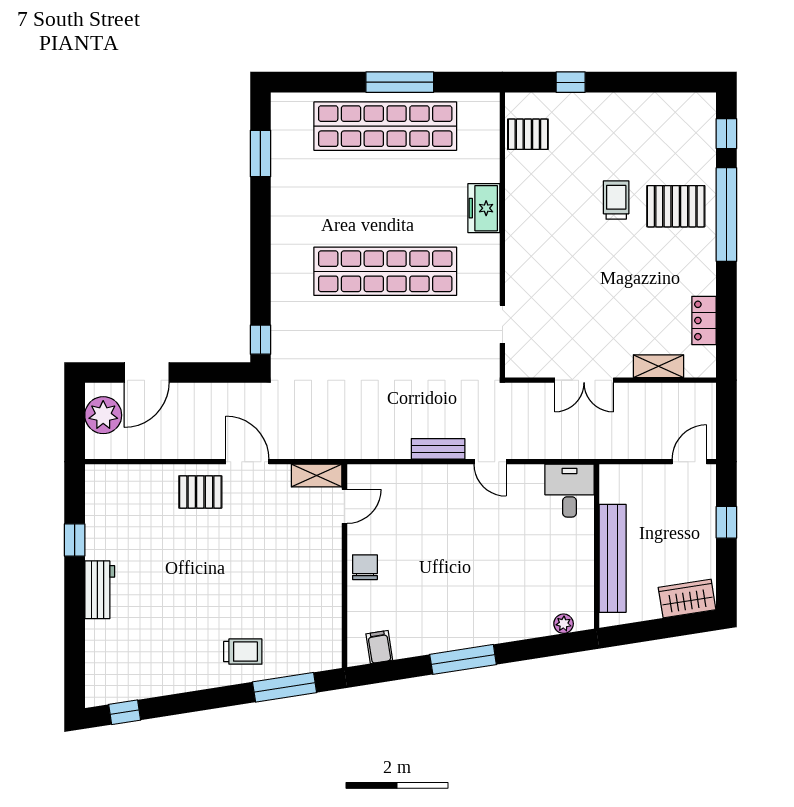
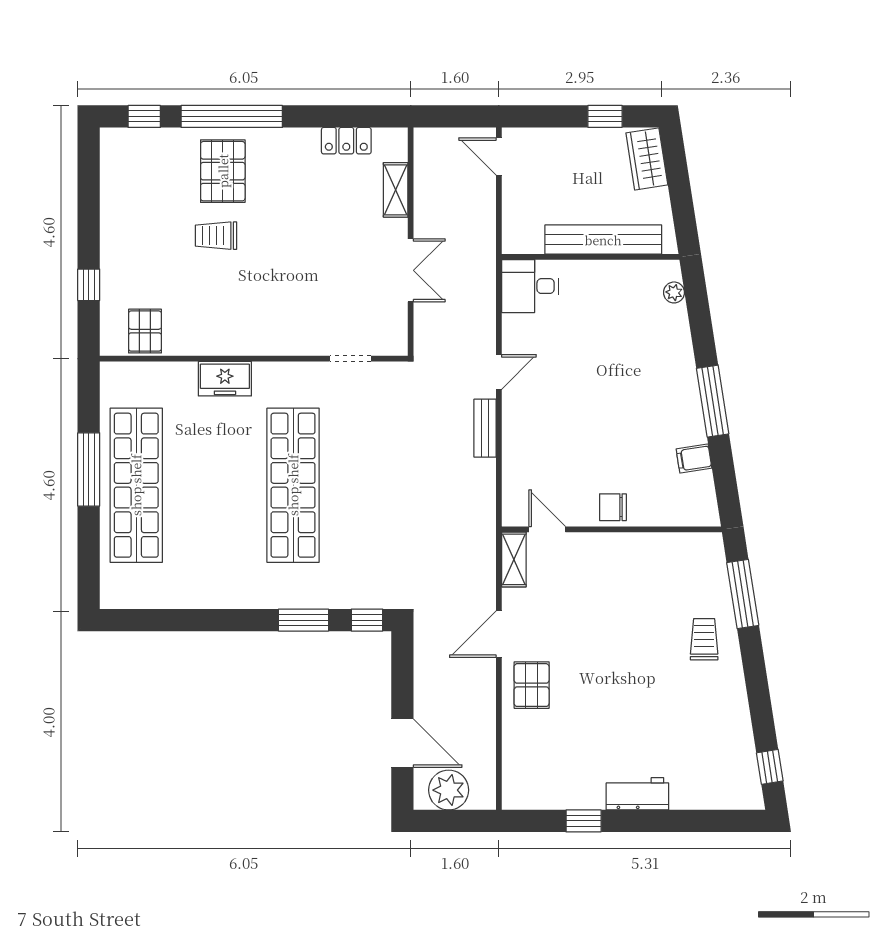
window: (260, 154) -> (304, 620), moved
window: (726, 522) -> (605, 116), moved
filing cabinet: (379, 647) -> (694, 459), moved

